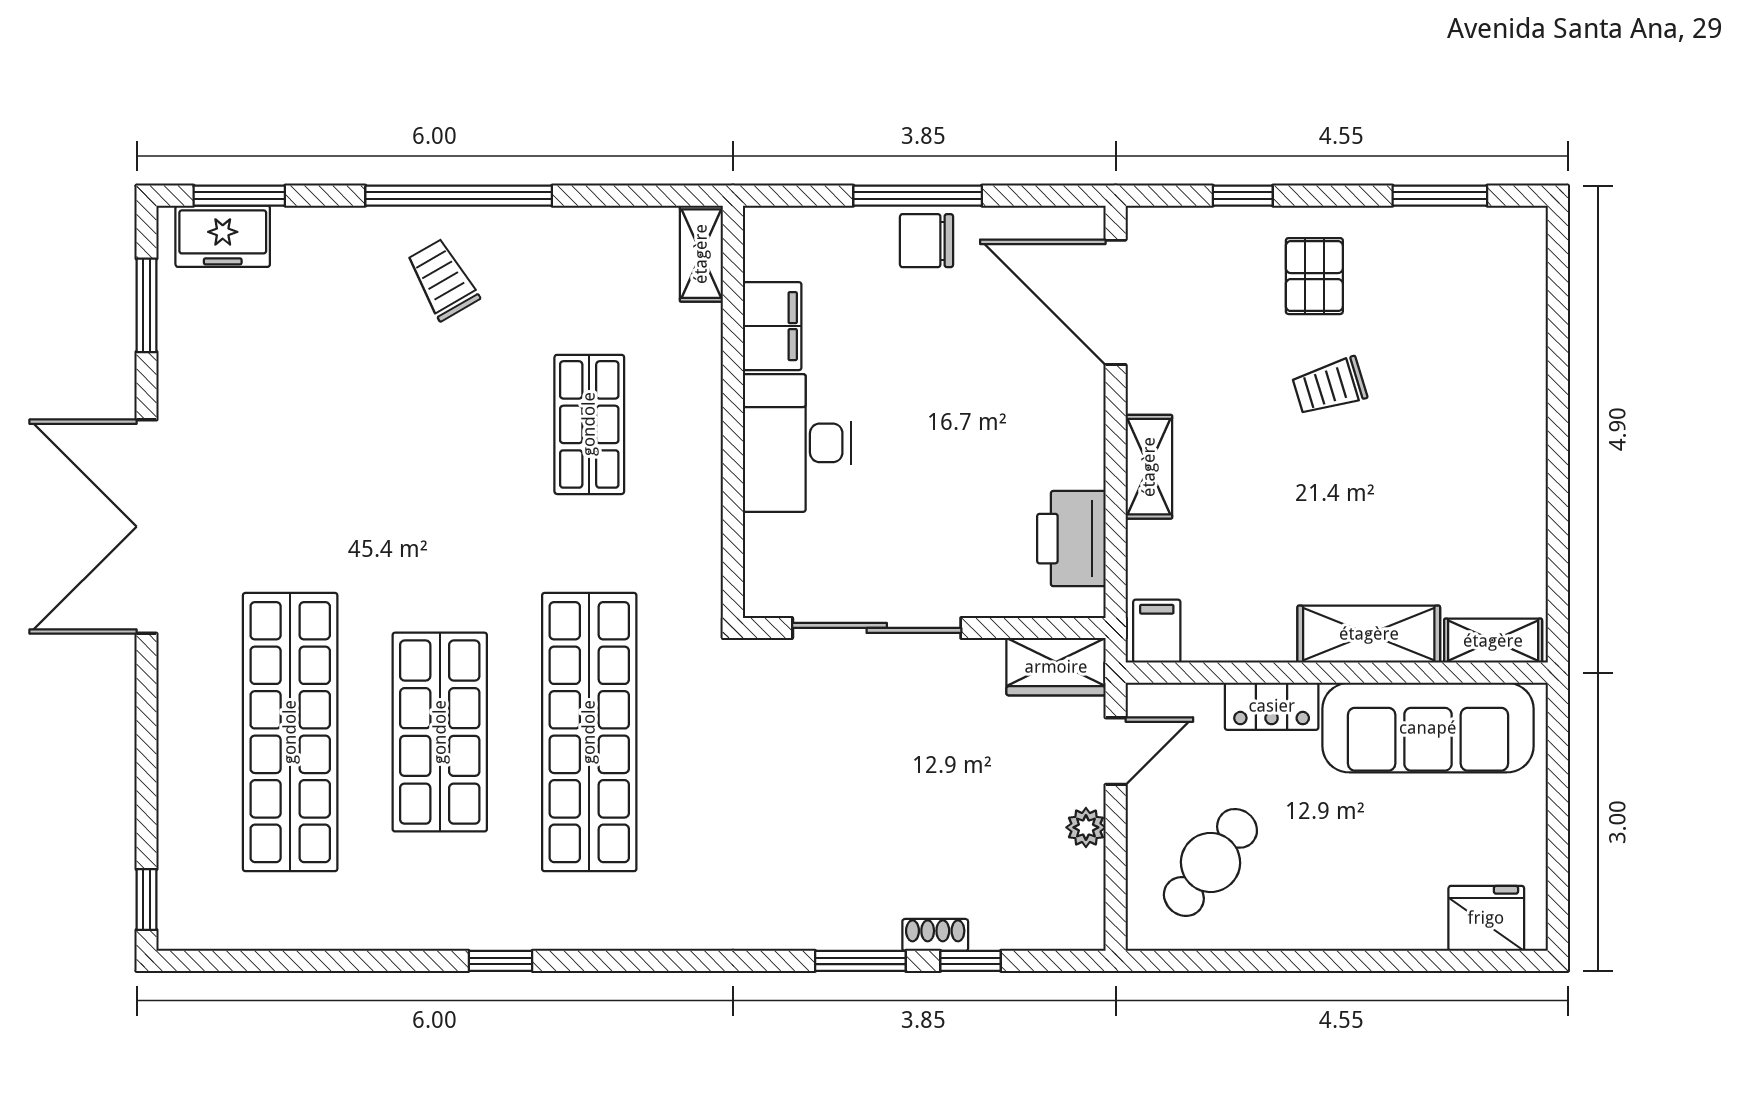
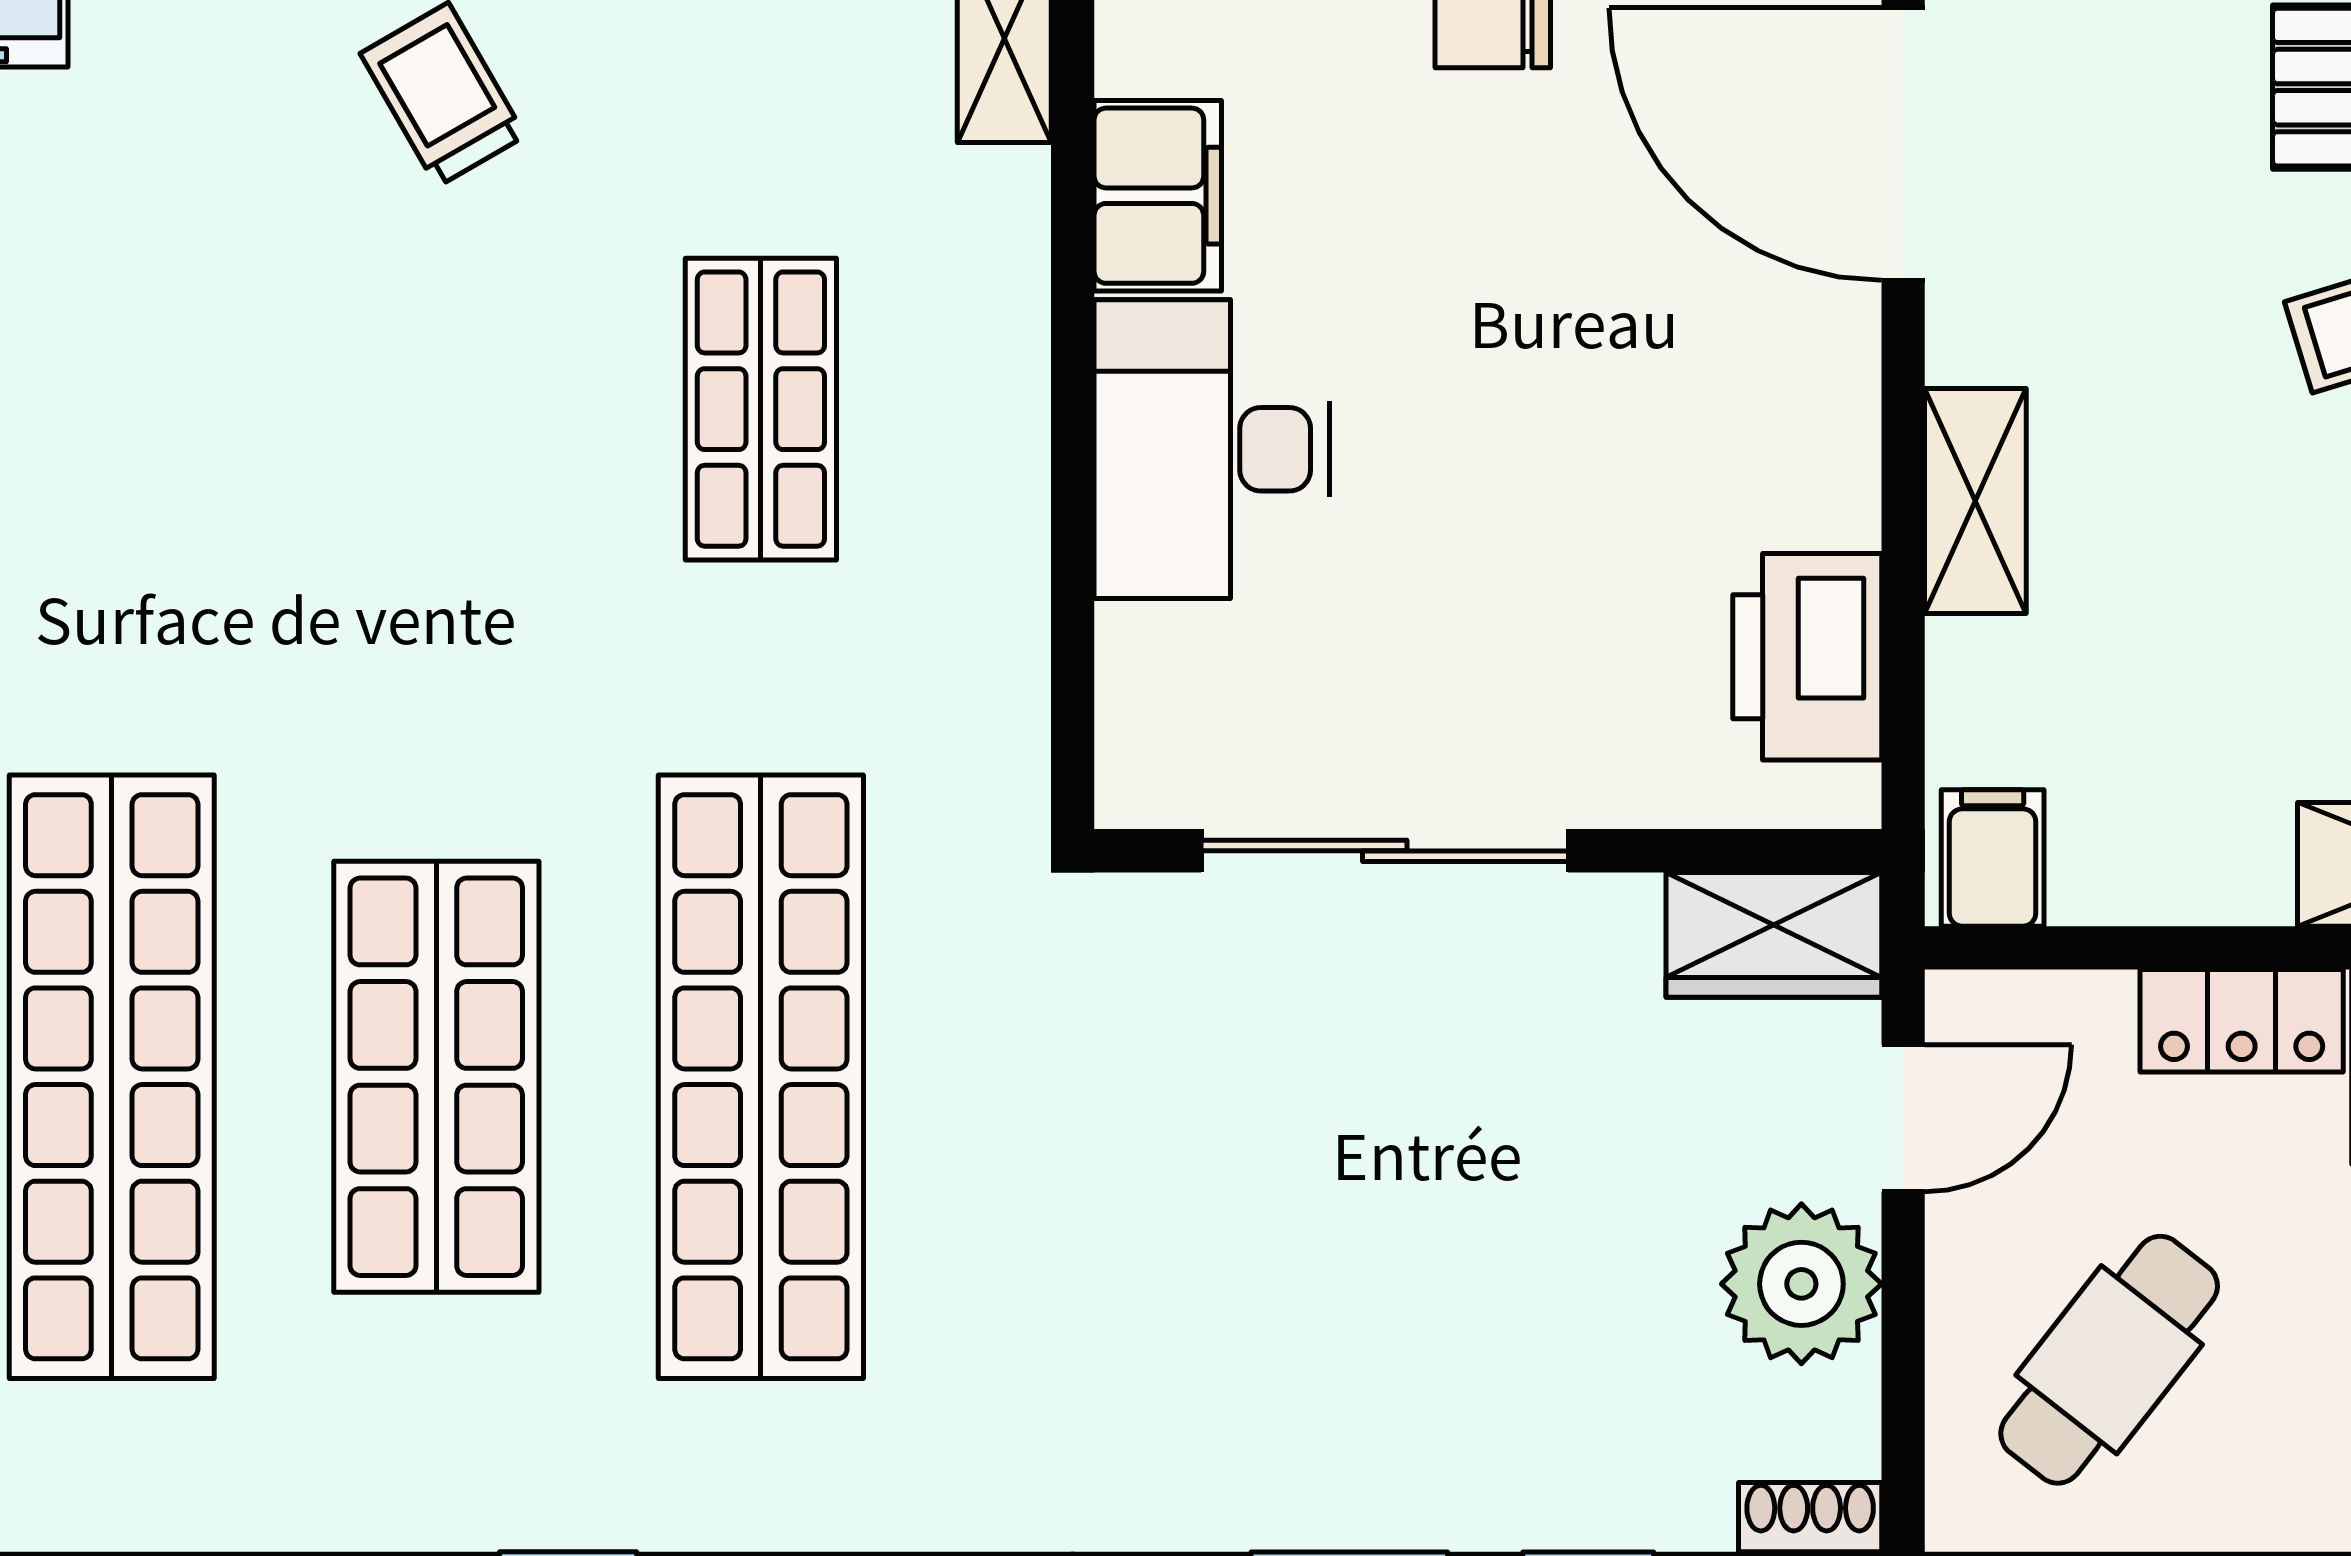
plant: (1086, 827) -> (1801, 1284), width x1.87, depth x1.87
shoe rack: (935, 935) -> (1810, 1517), moved

